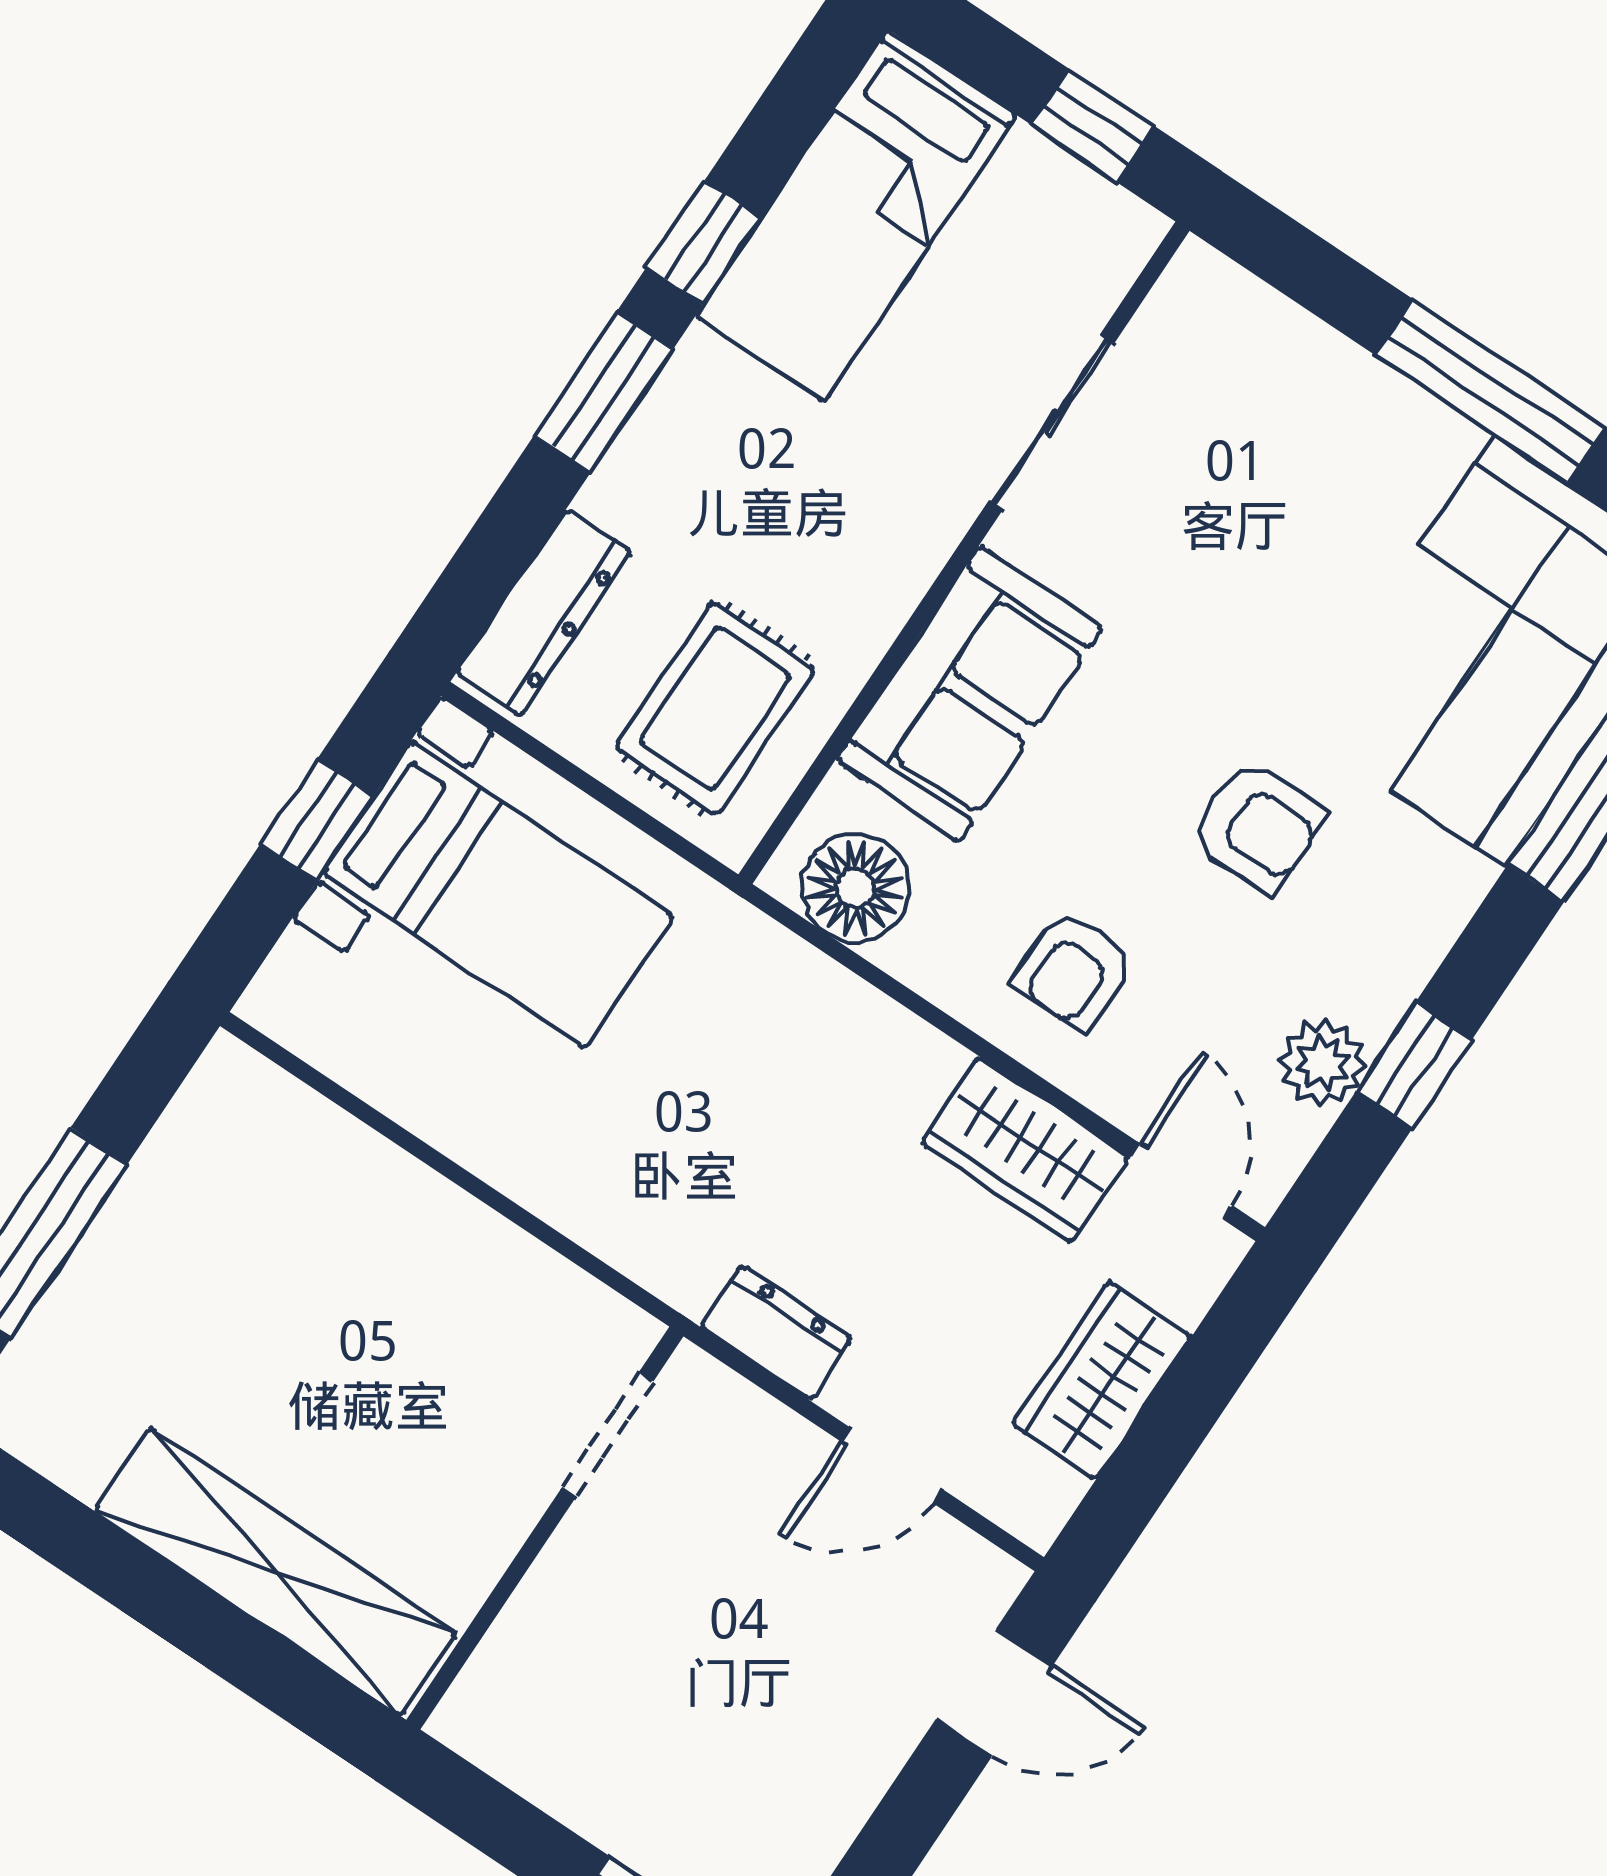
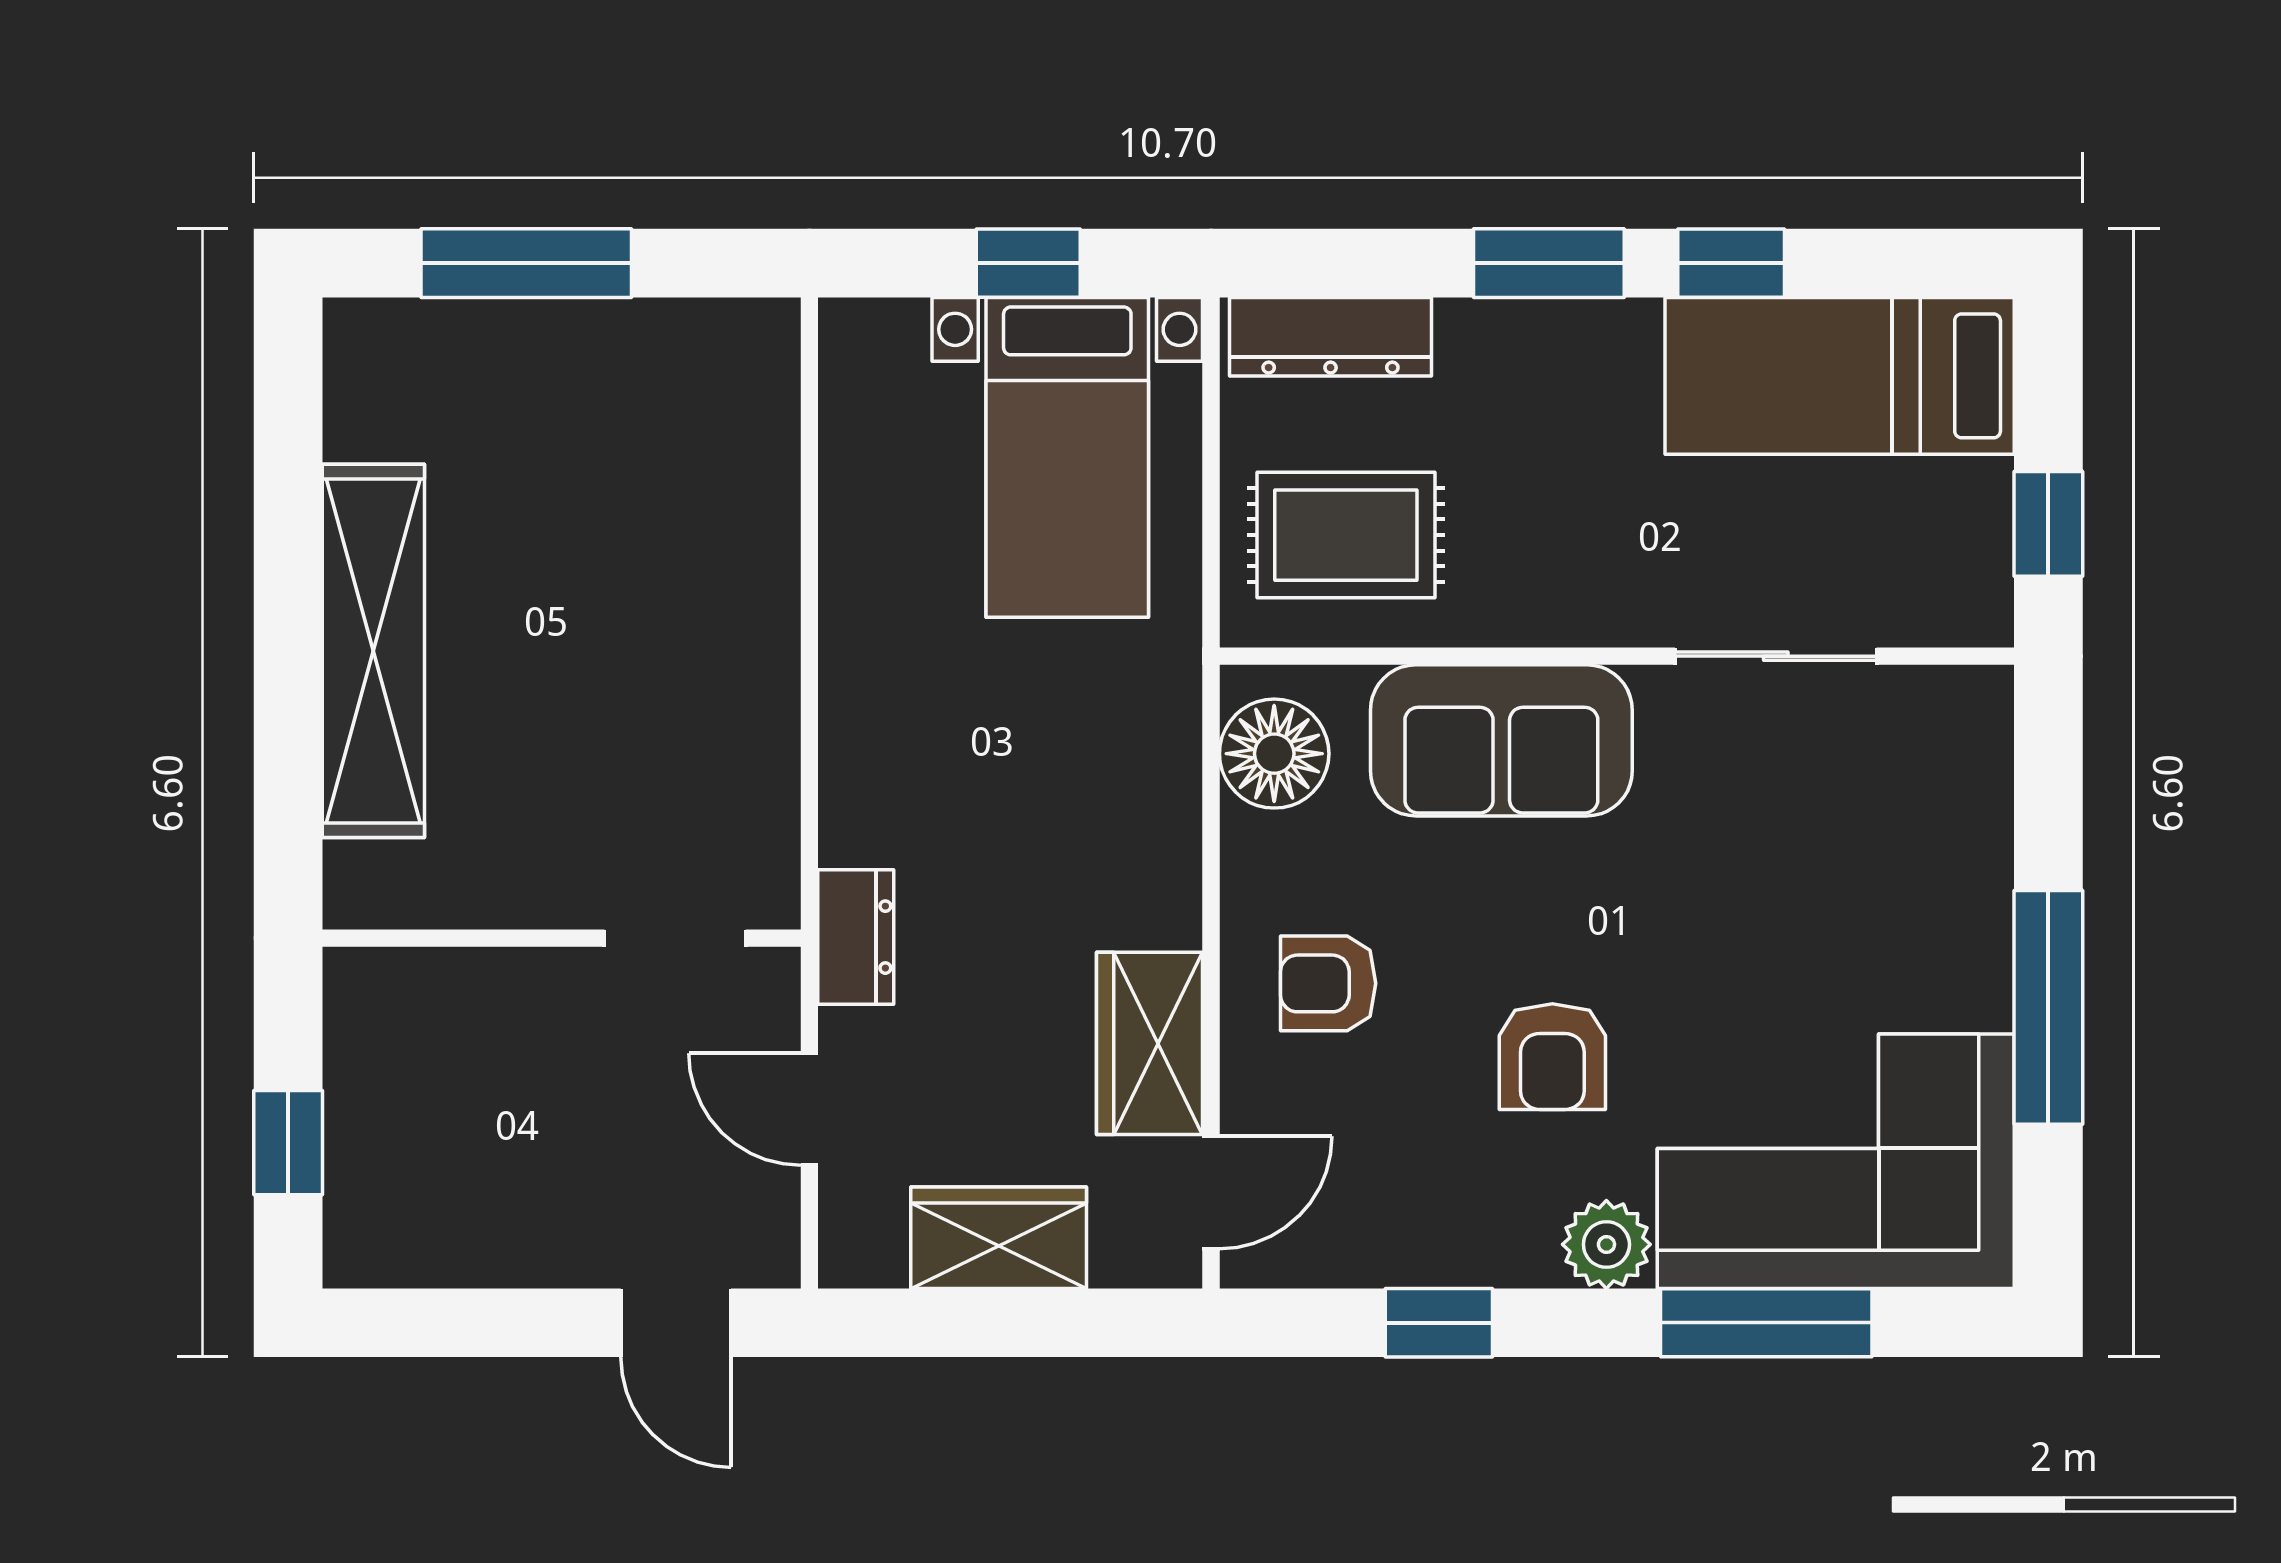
plant: (1323, 1063) -> (1606, 1244), moved
doorway: (607, 1435) -> (675, 938), moved
wall: (545, 1528) -> (562, 938), moved

